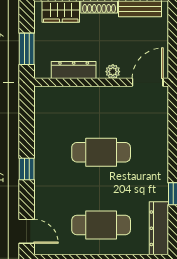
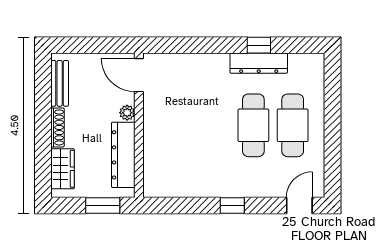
dresser: (74, 70) -> (123, 155), width x1.37, depth x1.24
cafe table: (101, 152) -> (253, 125), moved
dresser: (159, 228) -> (259, 63), moved

